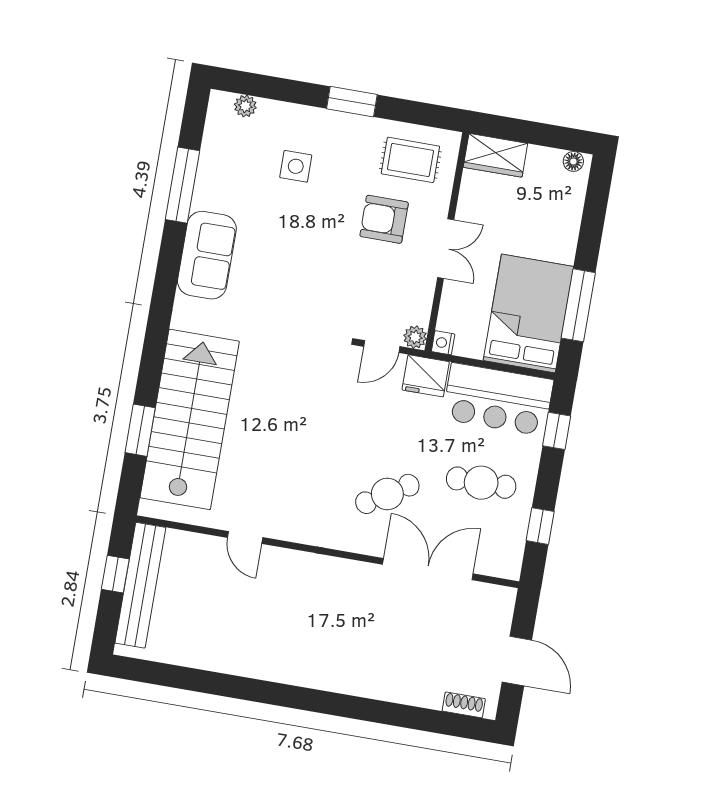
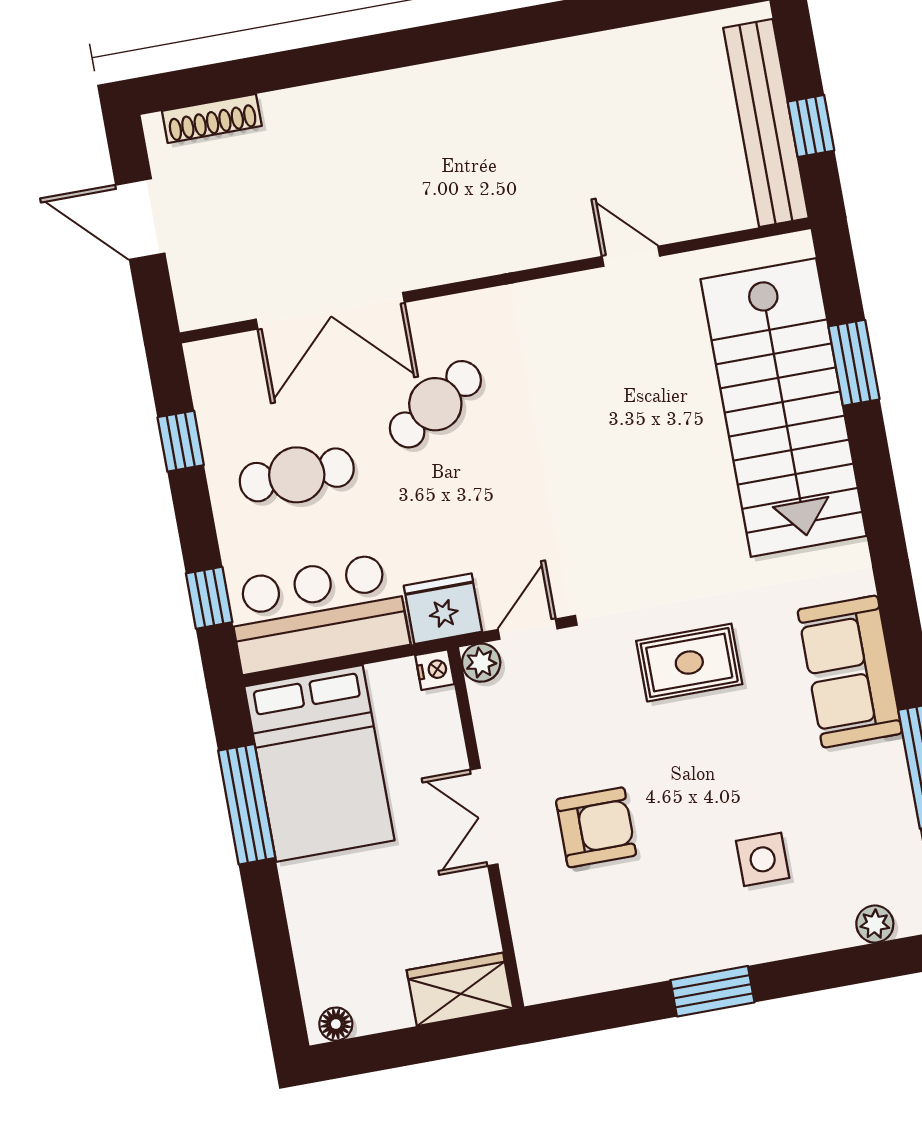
rug: (410, 160) -> (689, 663), moved
shoe rack: (464, 705) -> (212, 118), width x1.43

